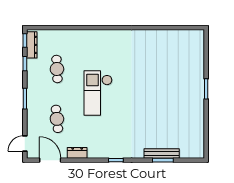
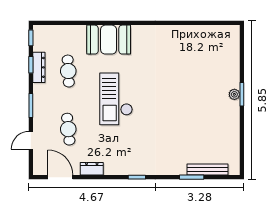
booth: (92, 42) -> (109, 40), added
dresser: (32, 45) -> (39, 67), moved
plant: (200, 89) -> (234, 94), added
door: (25, 143) -> (31, 140), moved
bench: (162, 154) -> (208, 169), moved

